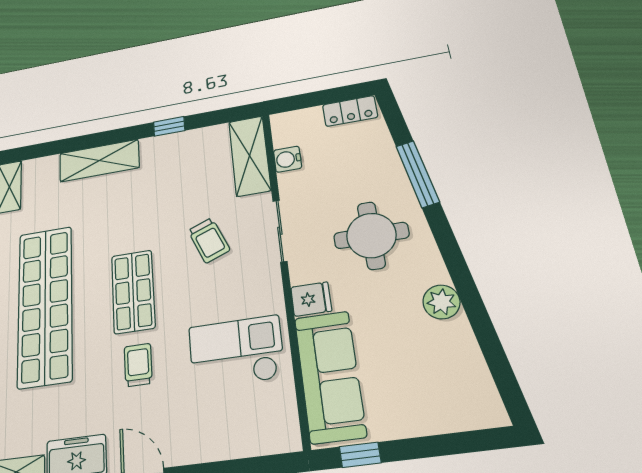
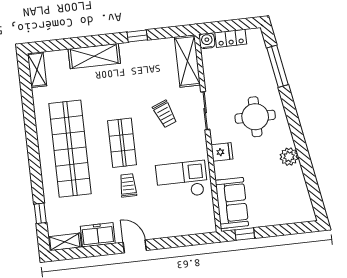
locker: (350, 111) -> (231, 38), moved
water cooler: (288, 159) -> (207, 41), moved, turned 90
window: (418, 174) -> (277, 66), moved
sofa: (330, 376) -> (232, 203), width x0.73

